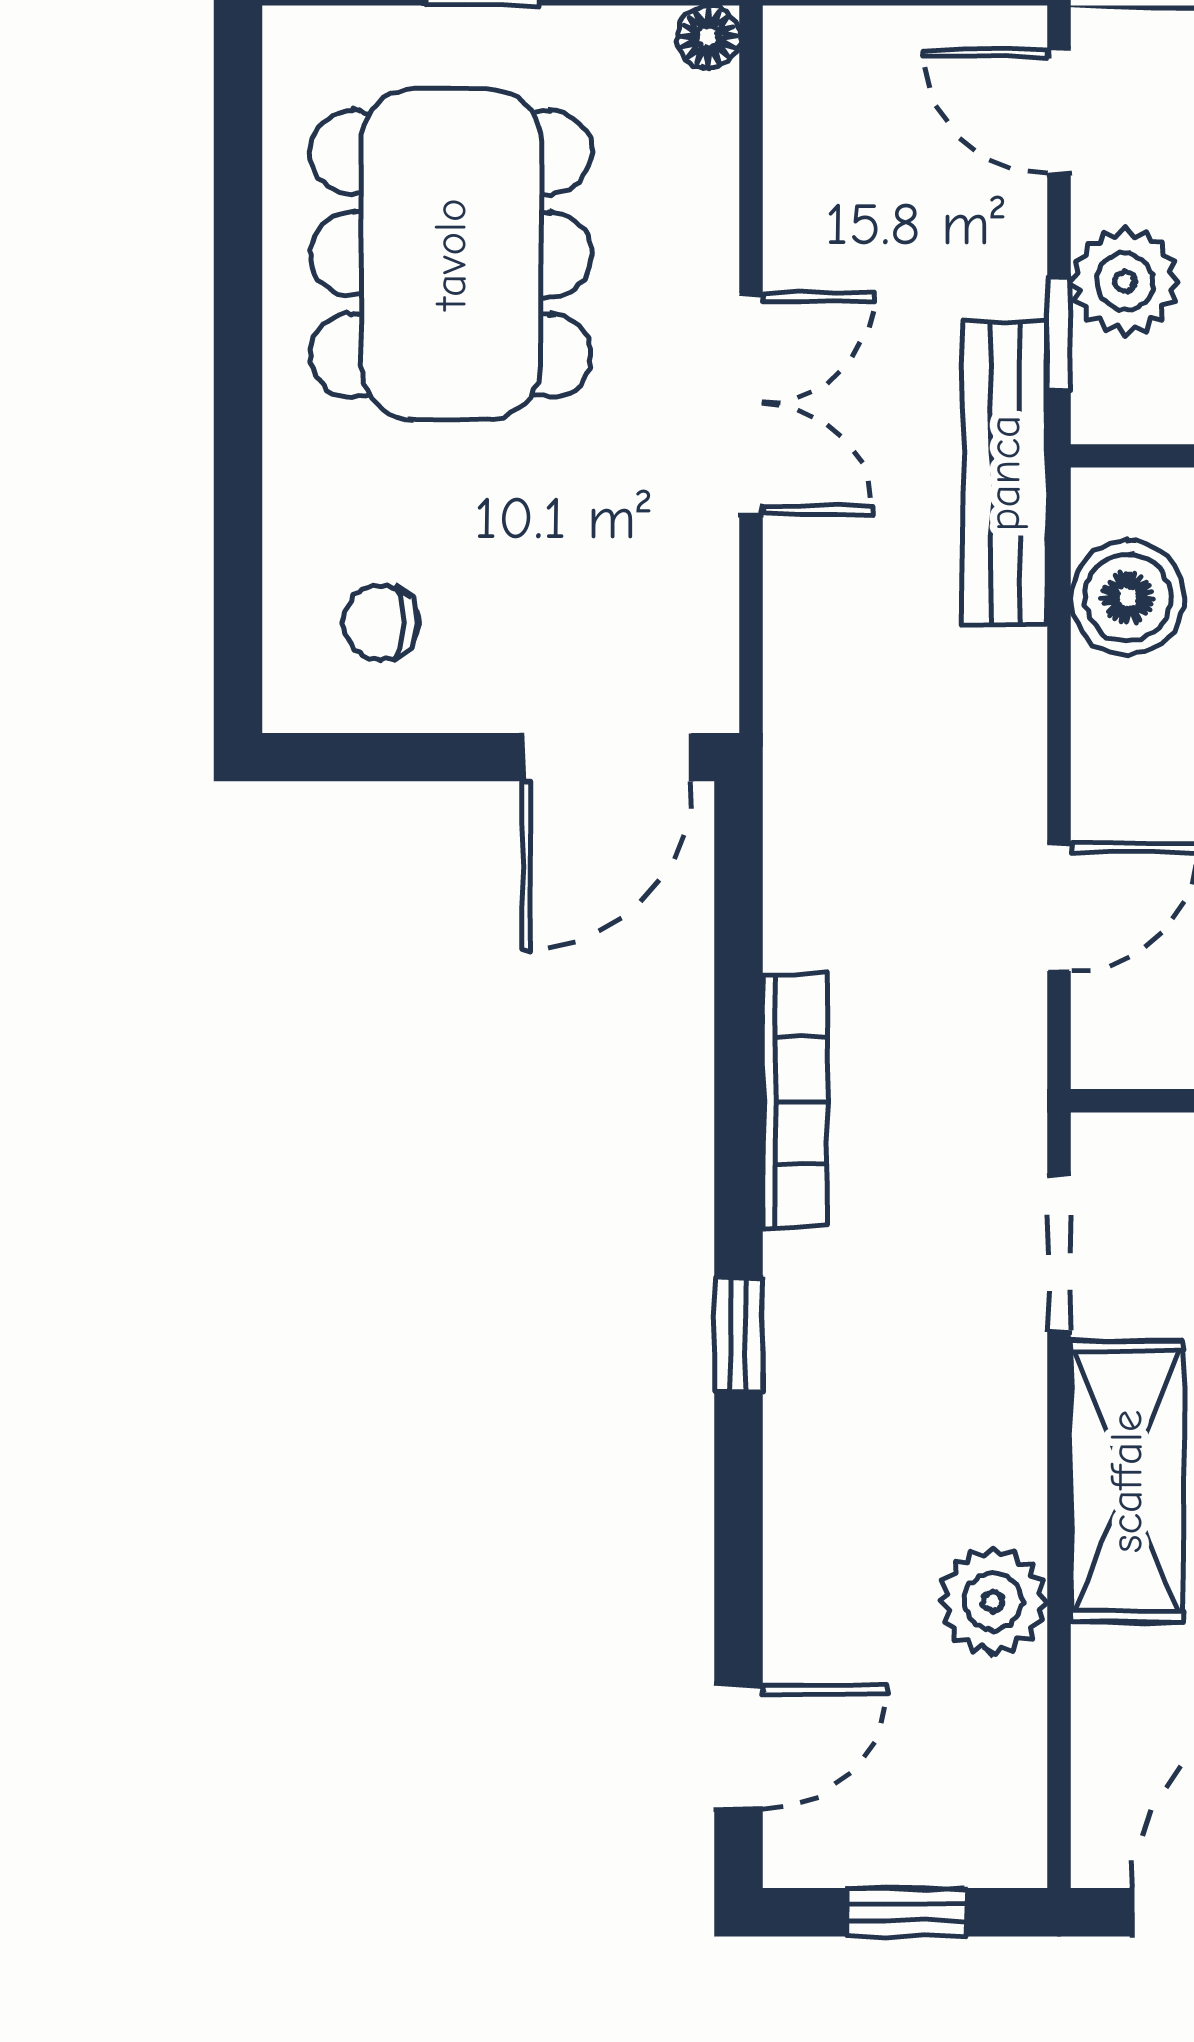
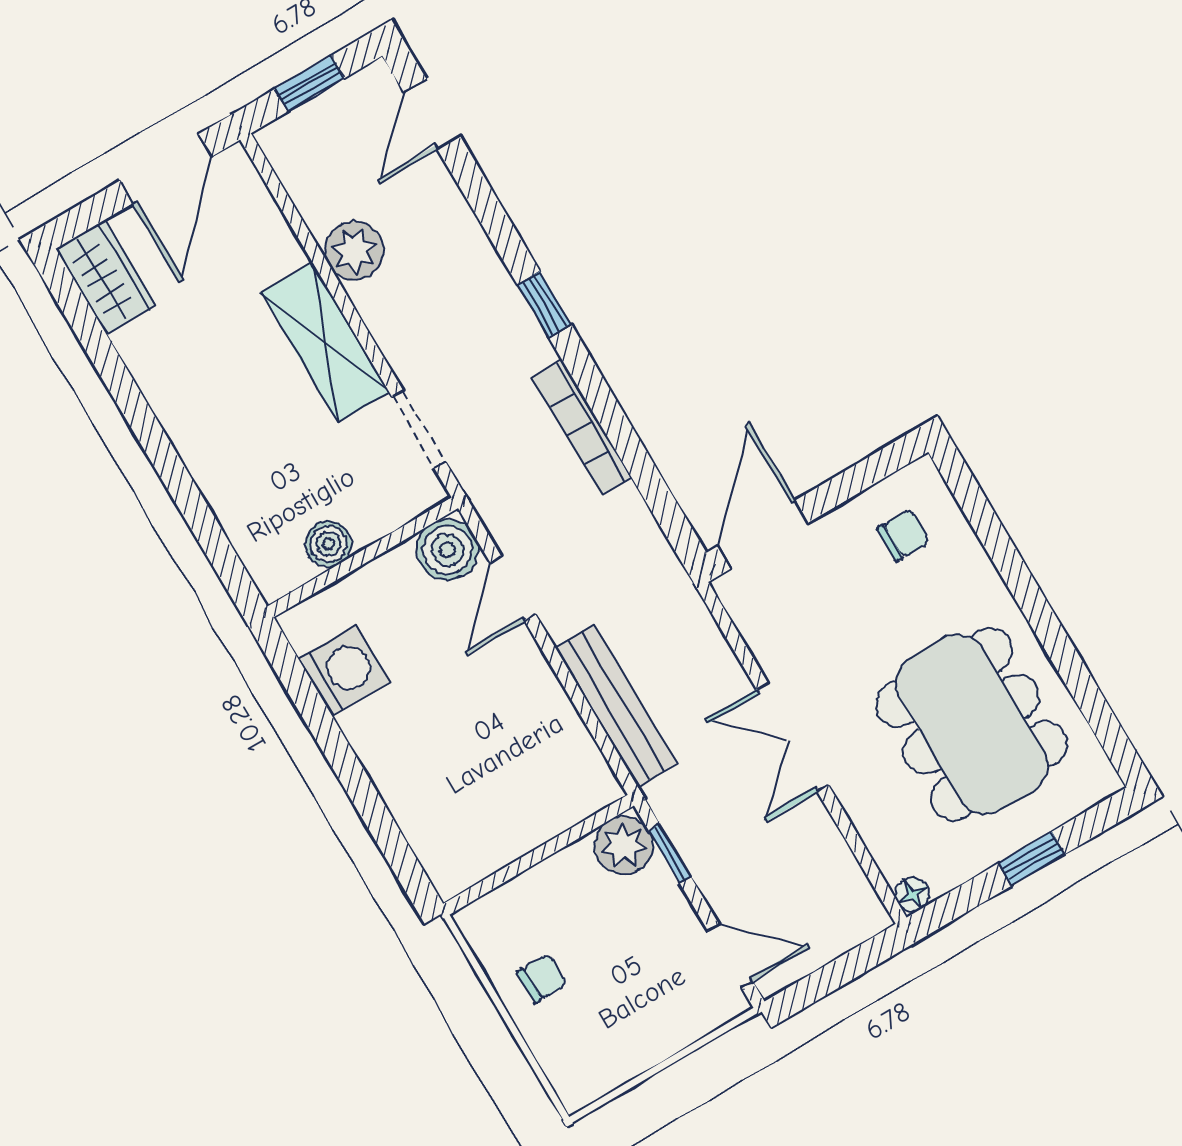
plant: (1125, 282) -> (624, 845), moved
bench: (1005, 473) -> (616, 706), moved
boiler: (1128, 598) -> (447, 550), moved

